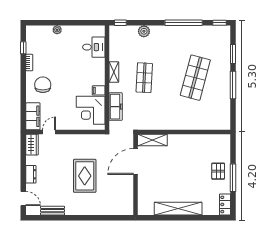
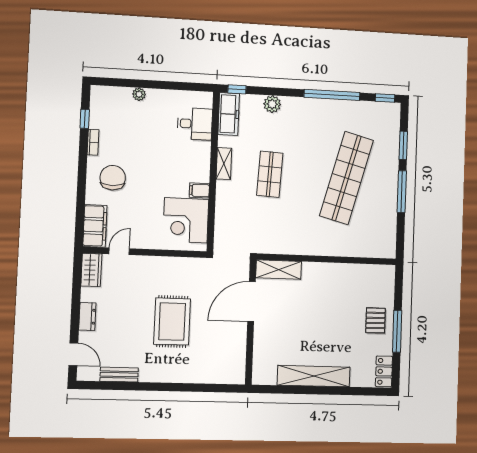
shop shelf: (195, 78) -> (347, 178), width x1.40
freezer: (116, 107) -> (229, 114), moved

